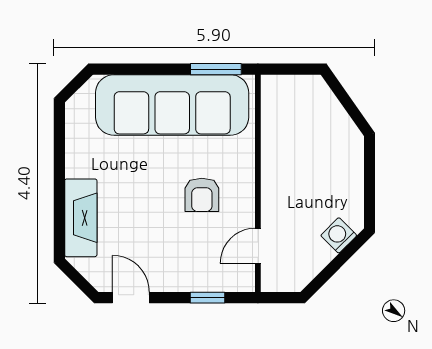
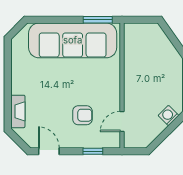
armchair: (202, 195) -> (82, 115), moved, turned -90
fireplace: (81, 218) -> (18, 111), width x0.73, depth x0.76

